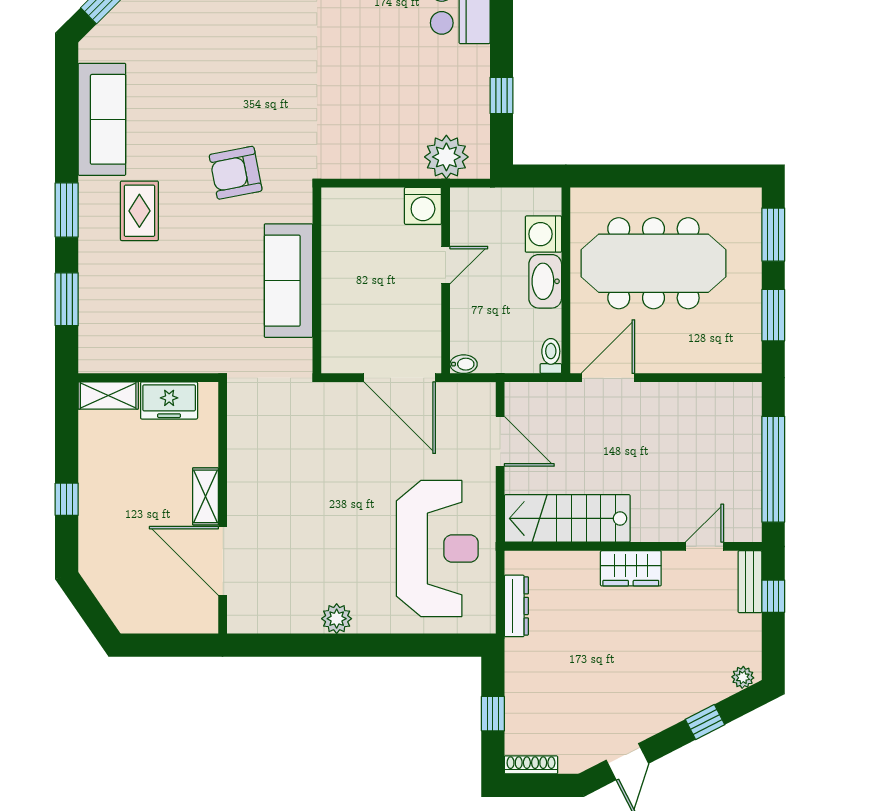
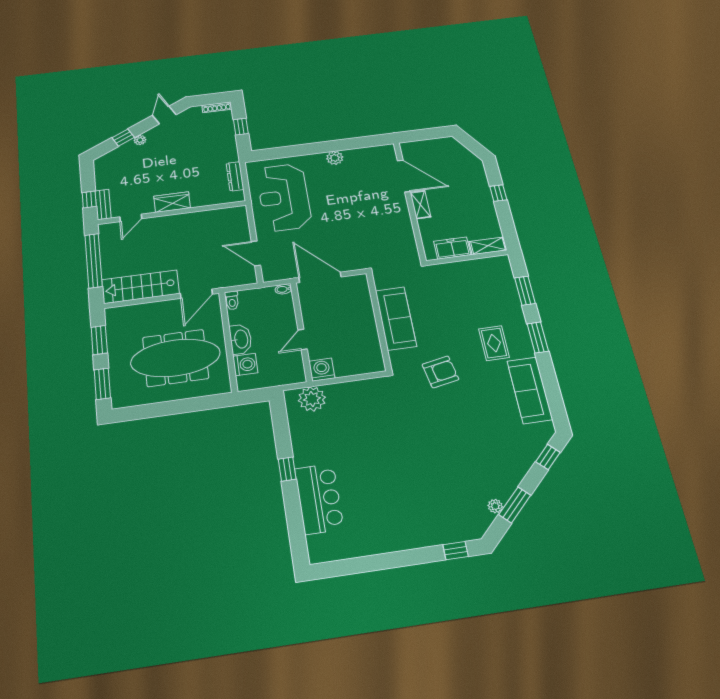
window: (501, 95) -> (287, 469), moved
stairs: (567, 518) -> (140, 287), moved, turned 180
plant: (743, 677) -> (140, 140), moved

